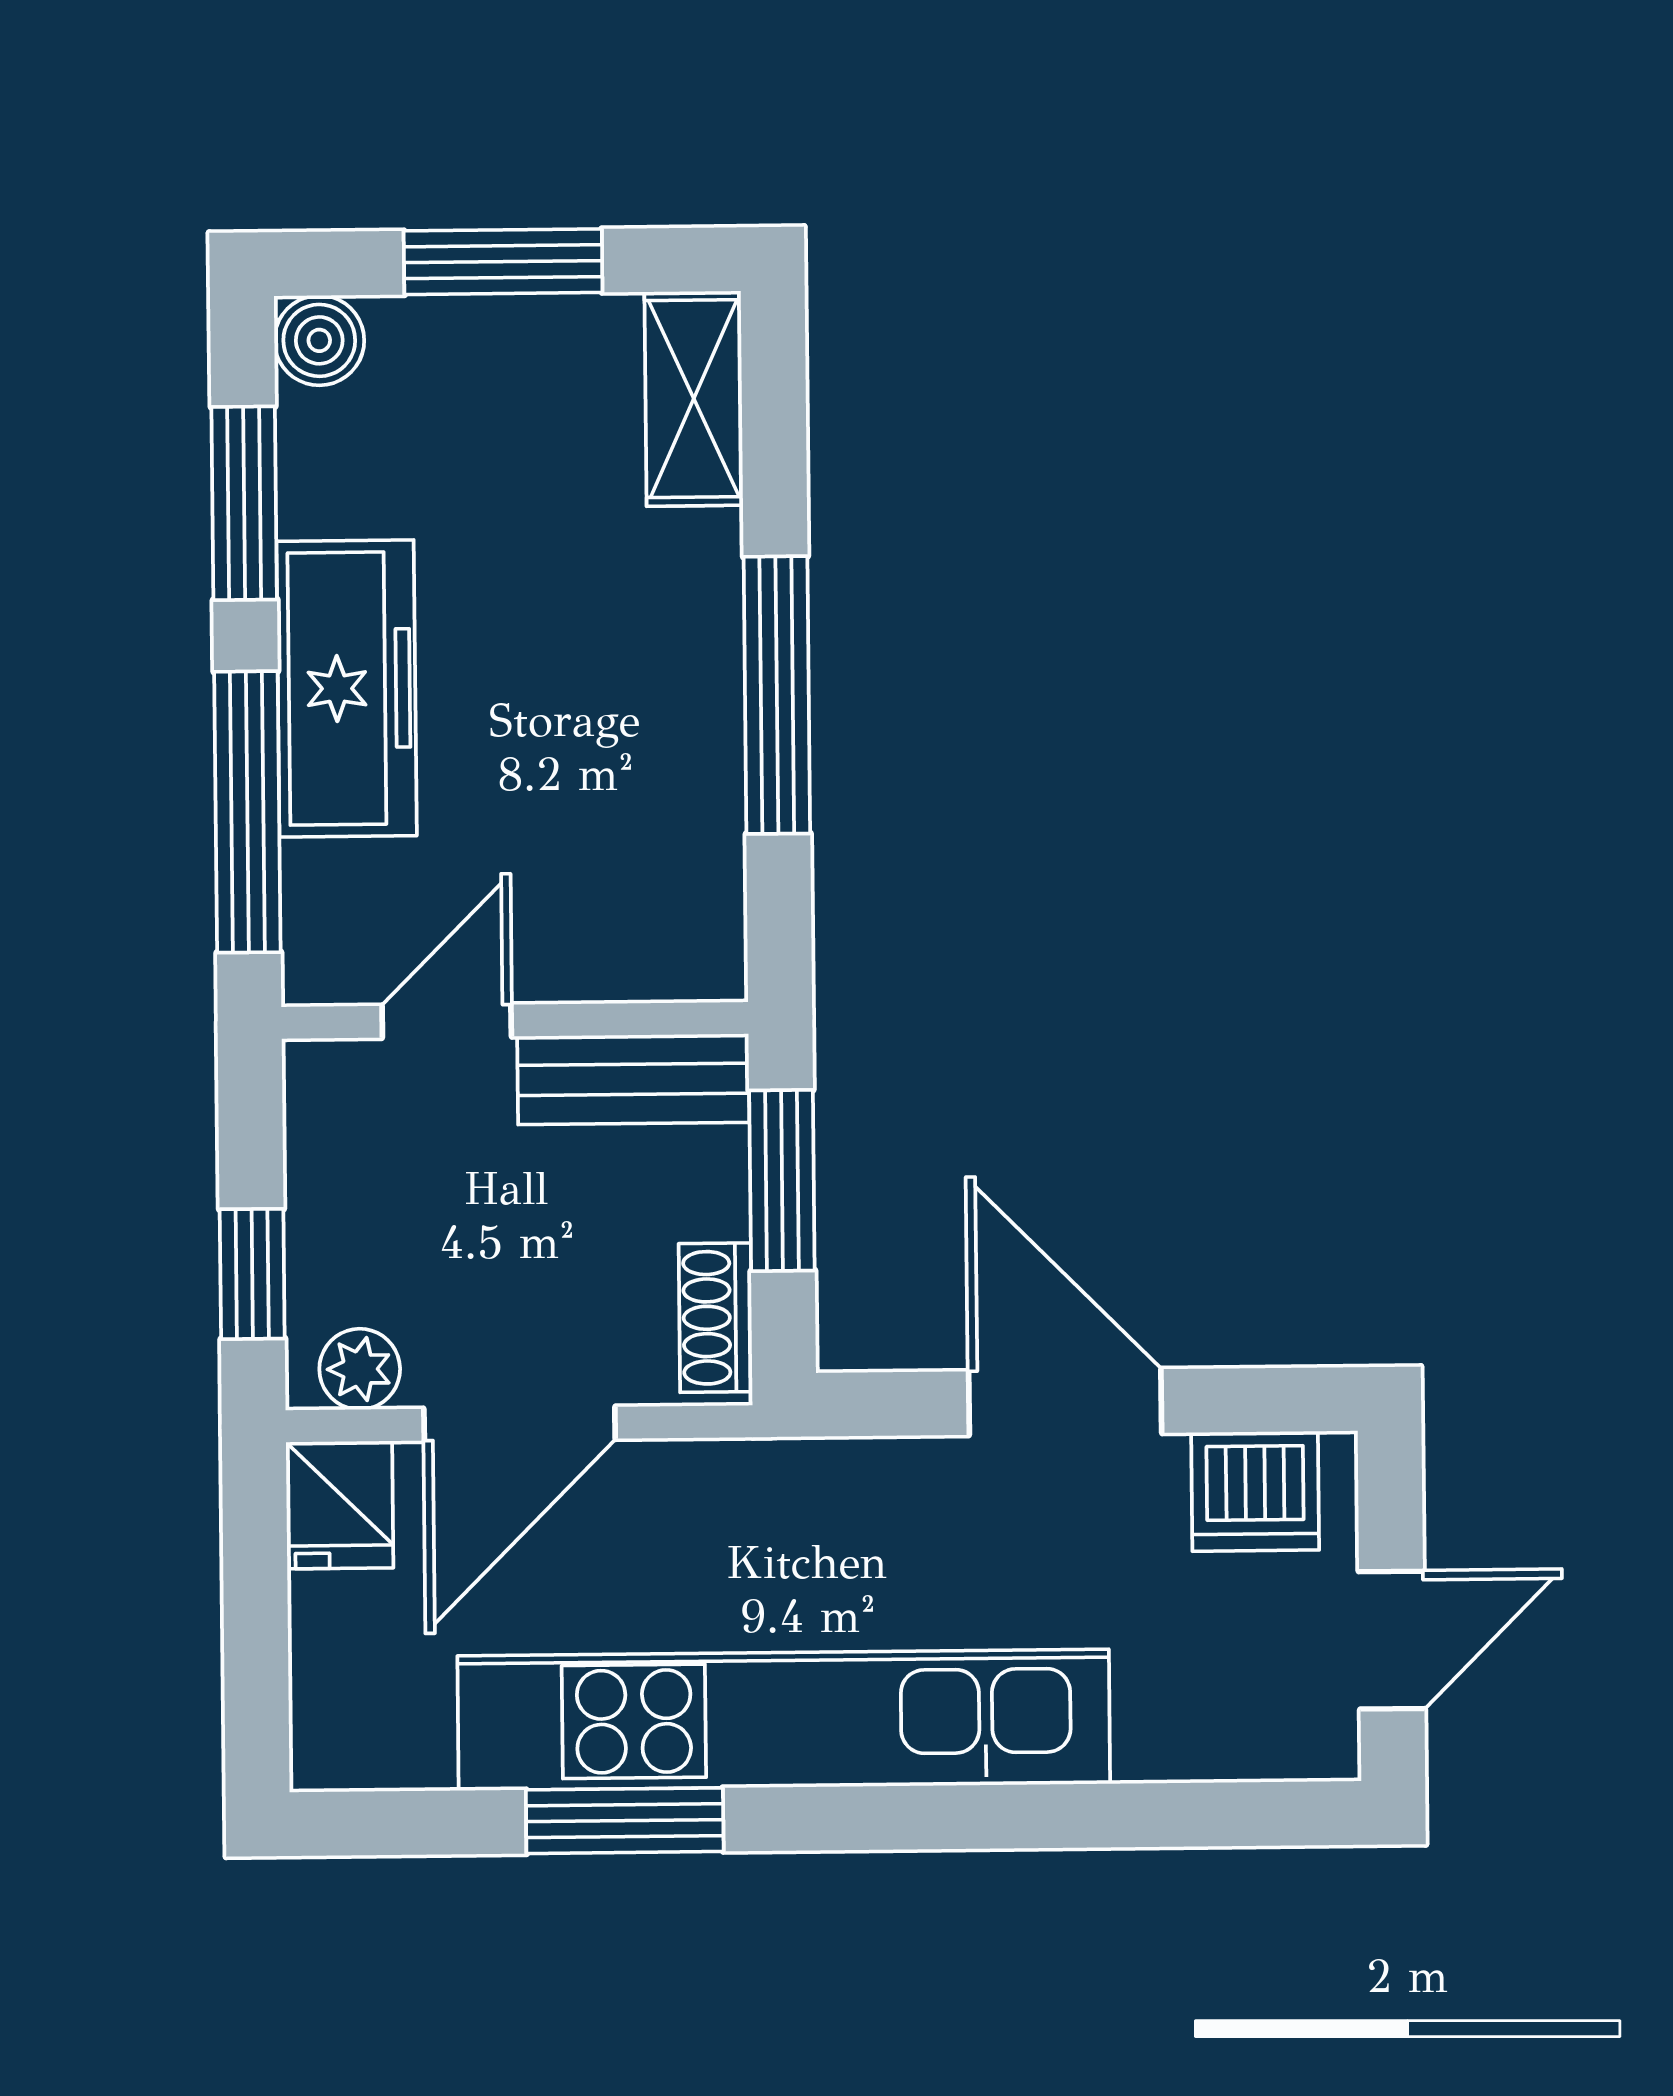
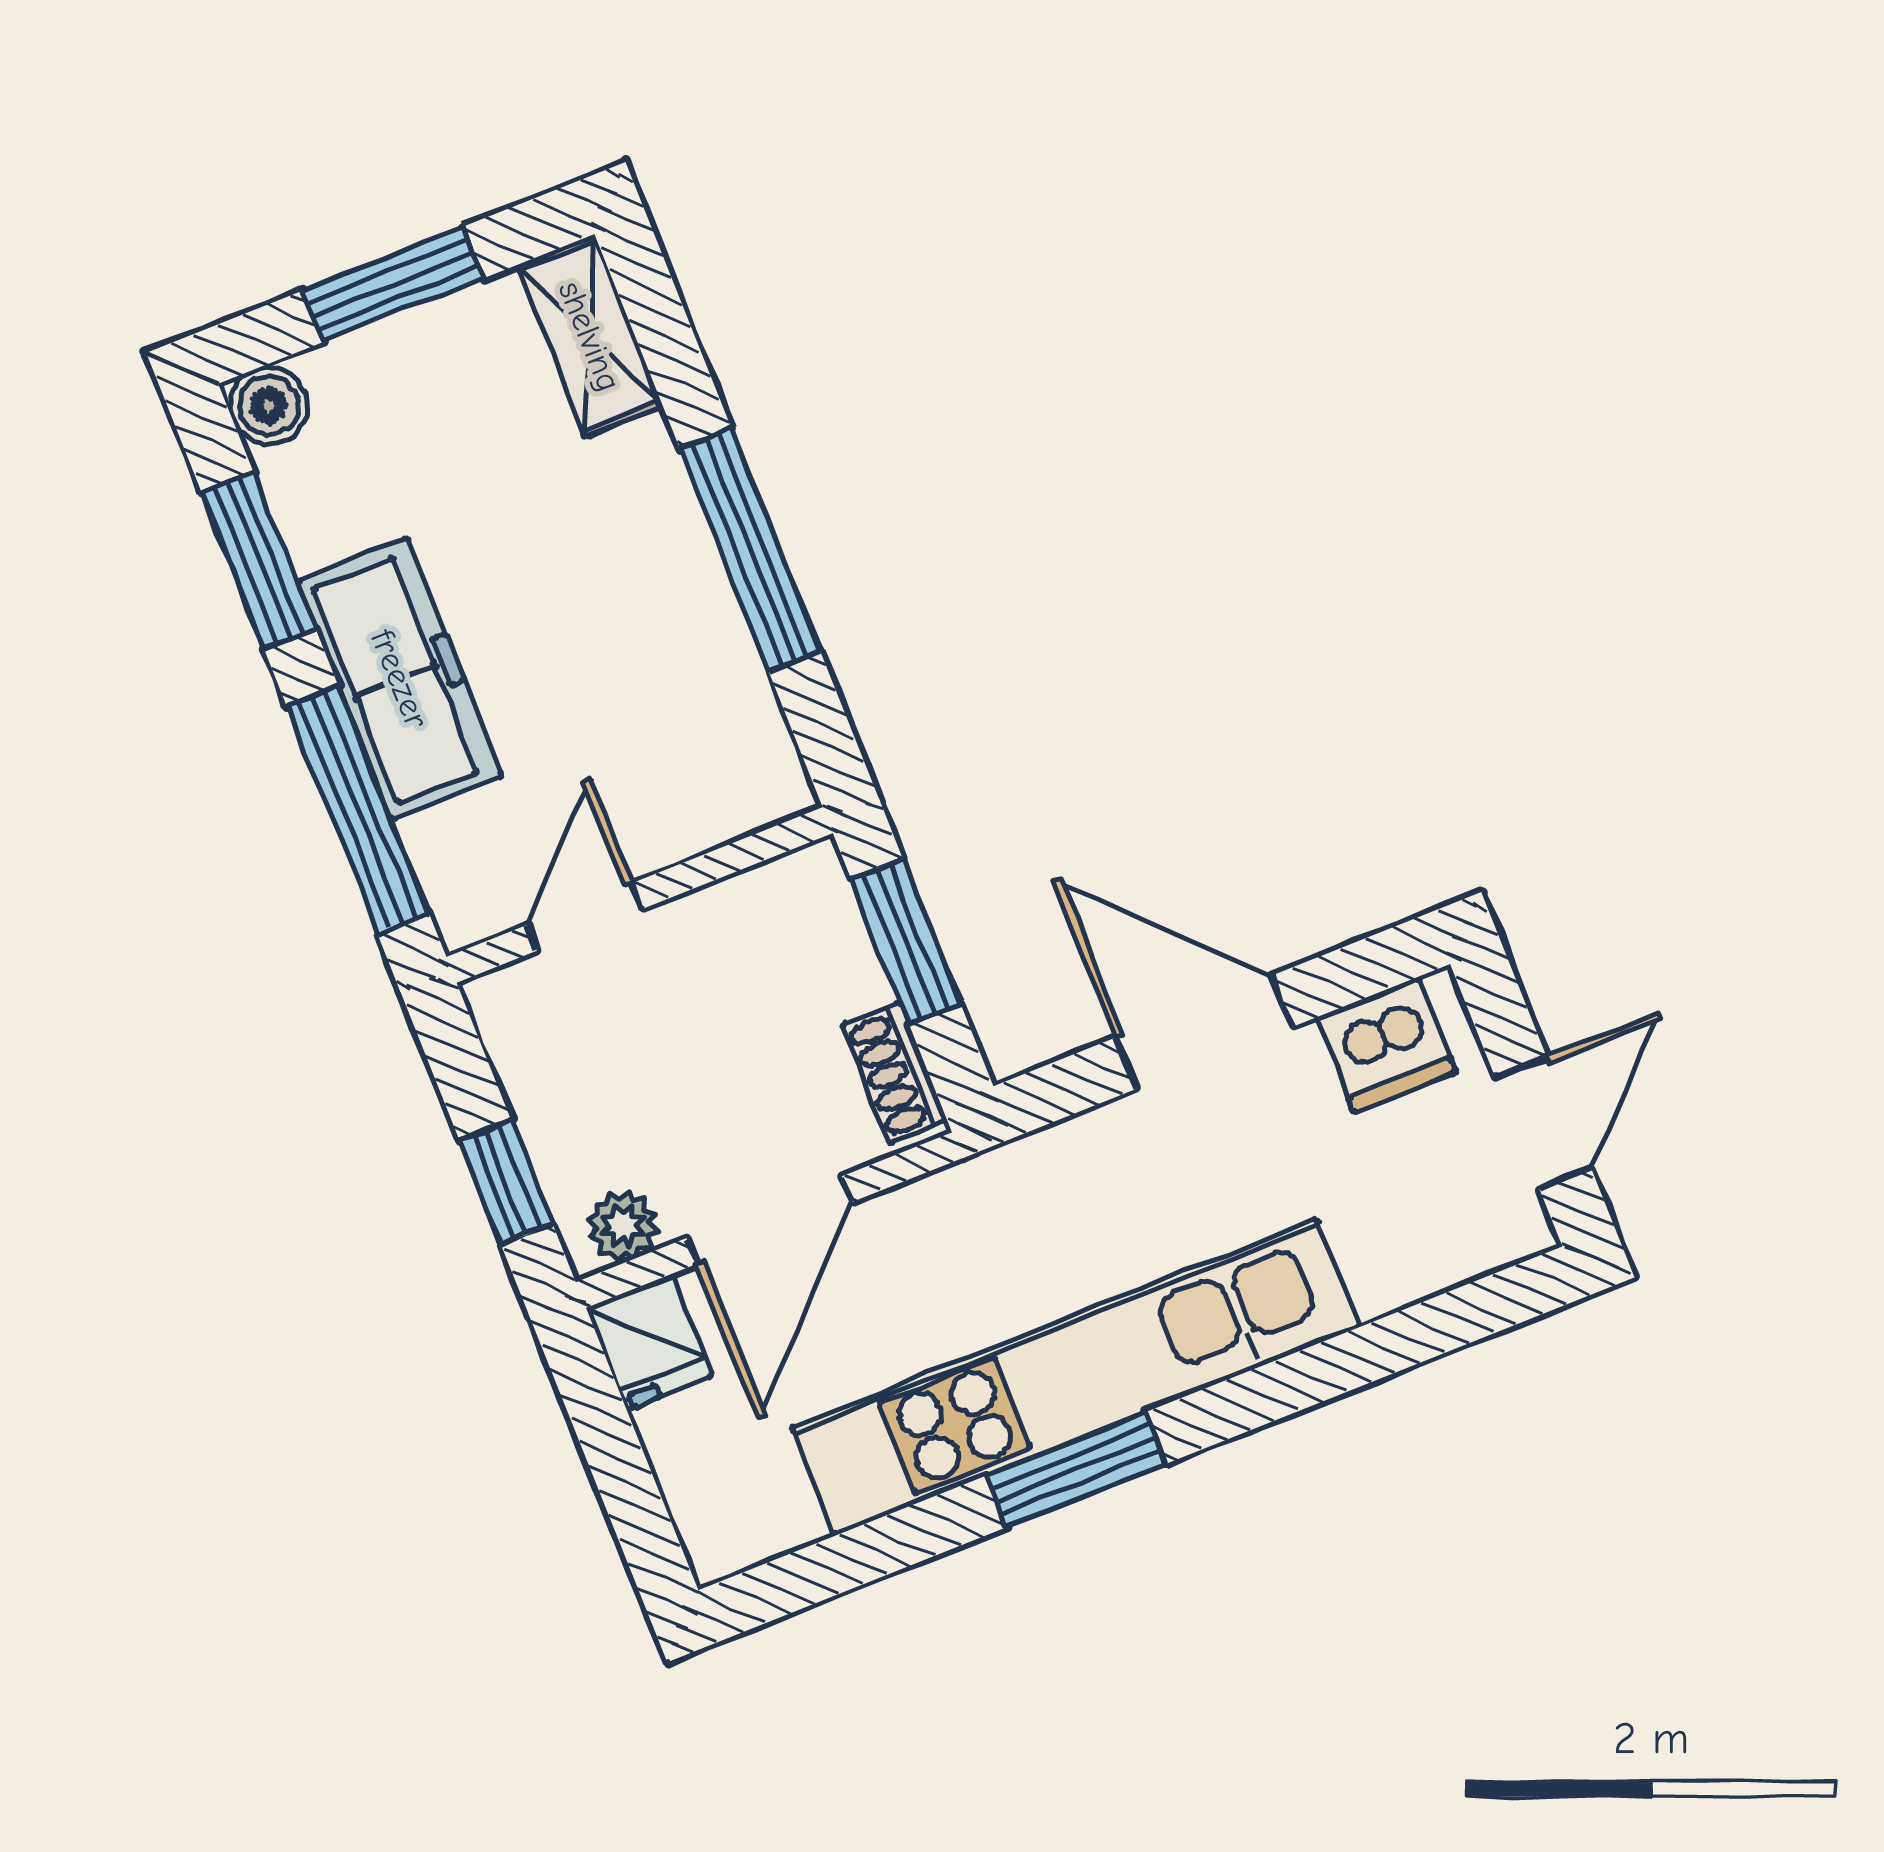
bench: (633, 1079) -> (754, 906), removed
window: (625, 1821) -> (1076, 1470), moved

